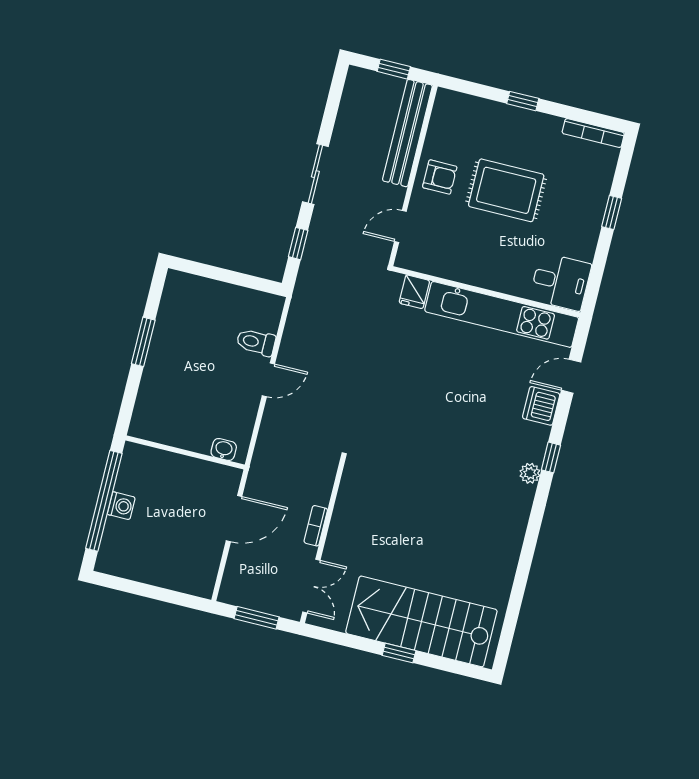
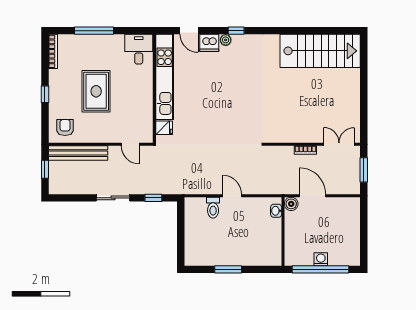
armchair: (440, 177) -> (65, 128), moved
window: (612, 212) -> (94, 31), width x2.17
plant: (530, 473) -> (226, 40), moved
boiler: (229, 478) -> (291, 204), added
stairs: (421, 621) -> (320, 51), moved, turned -90
window: (399, 653) -> (364, 87), removed

